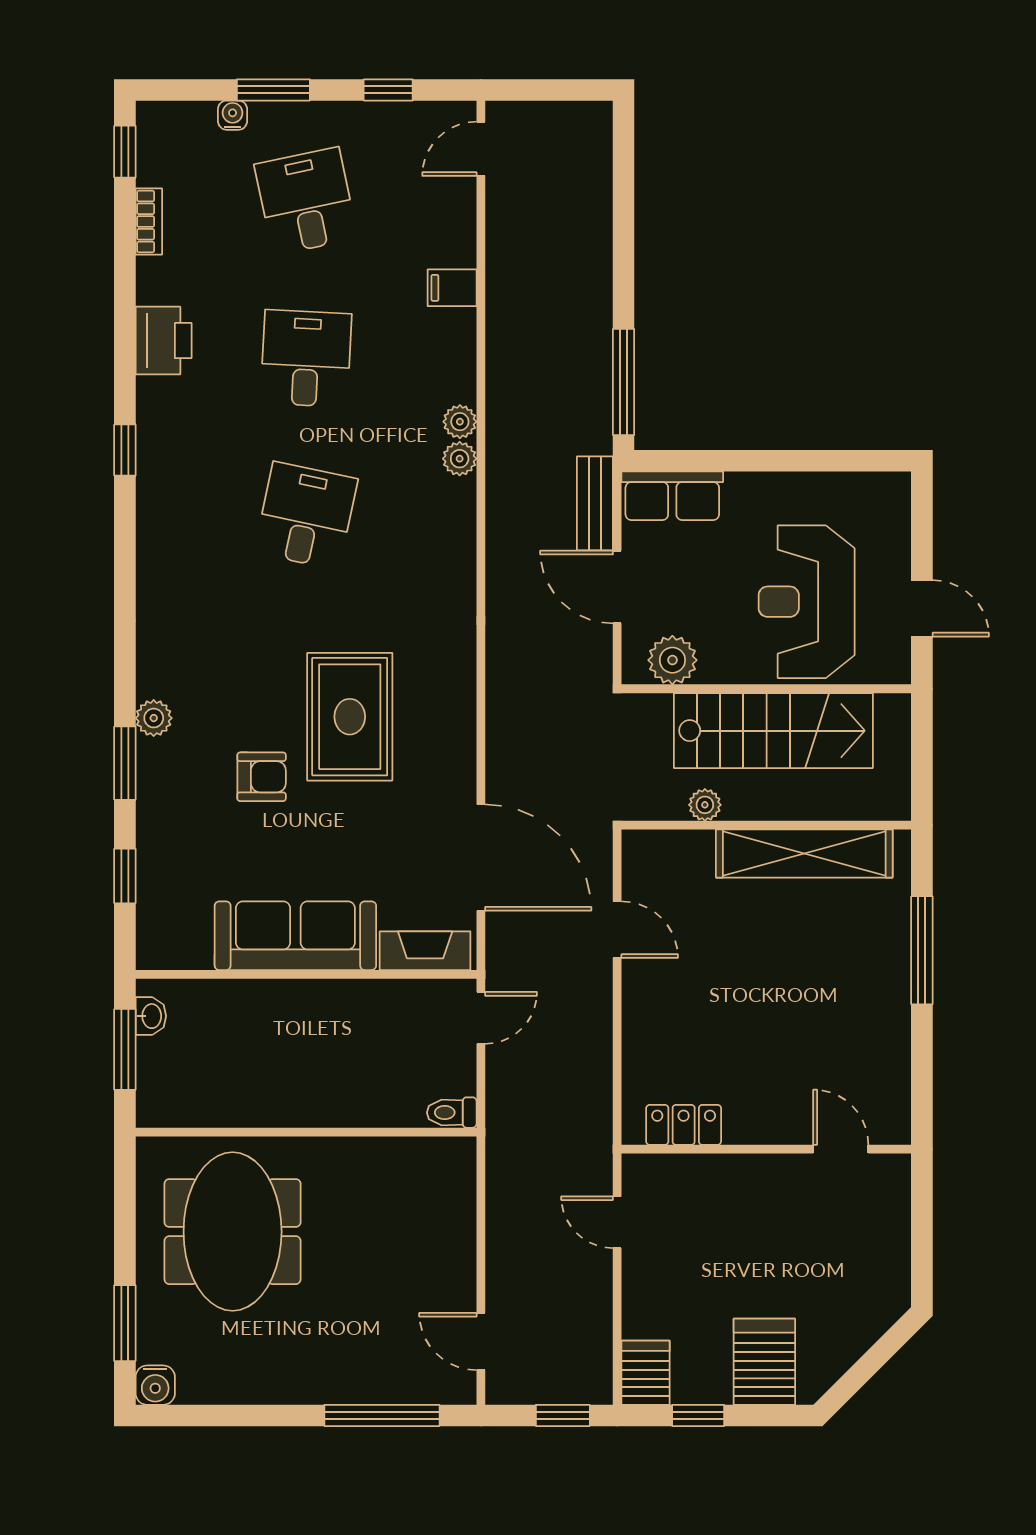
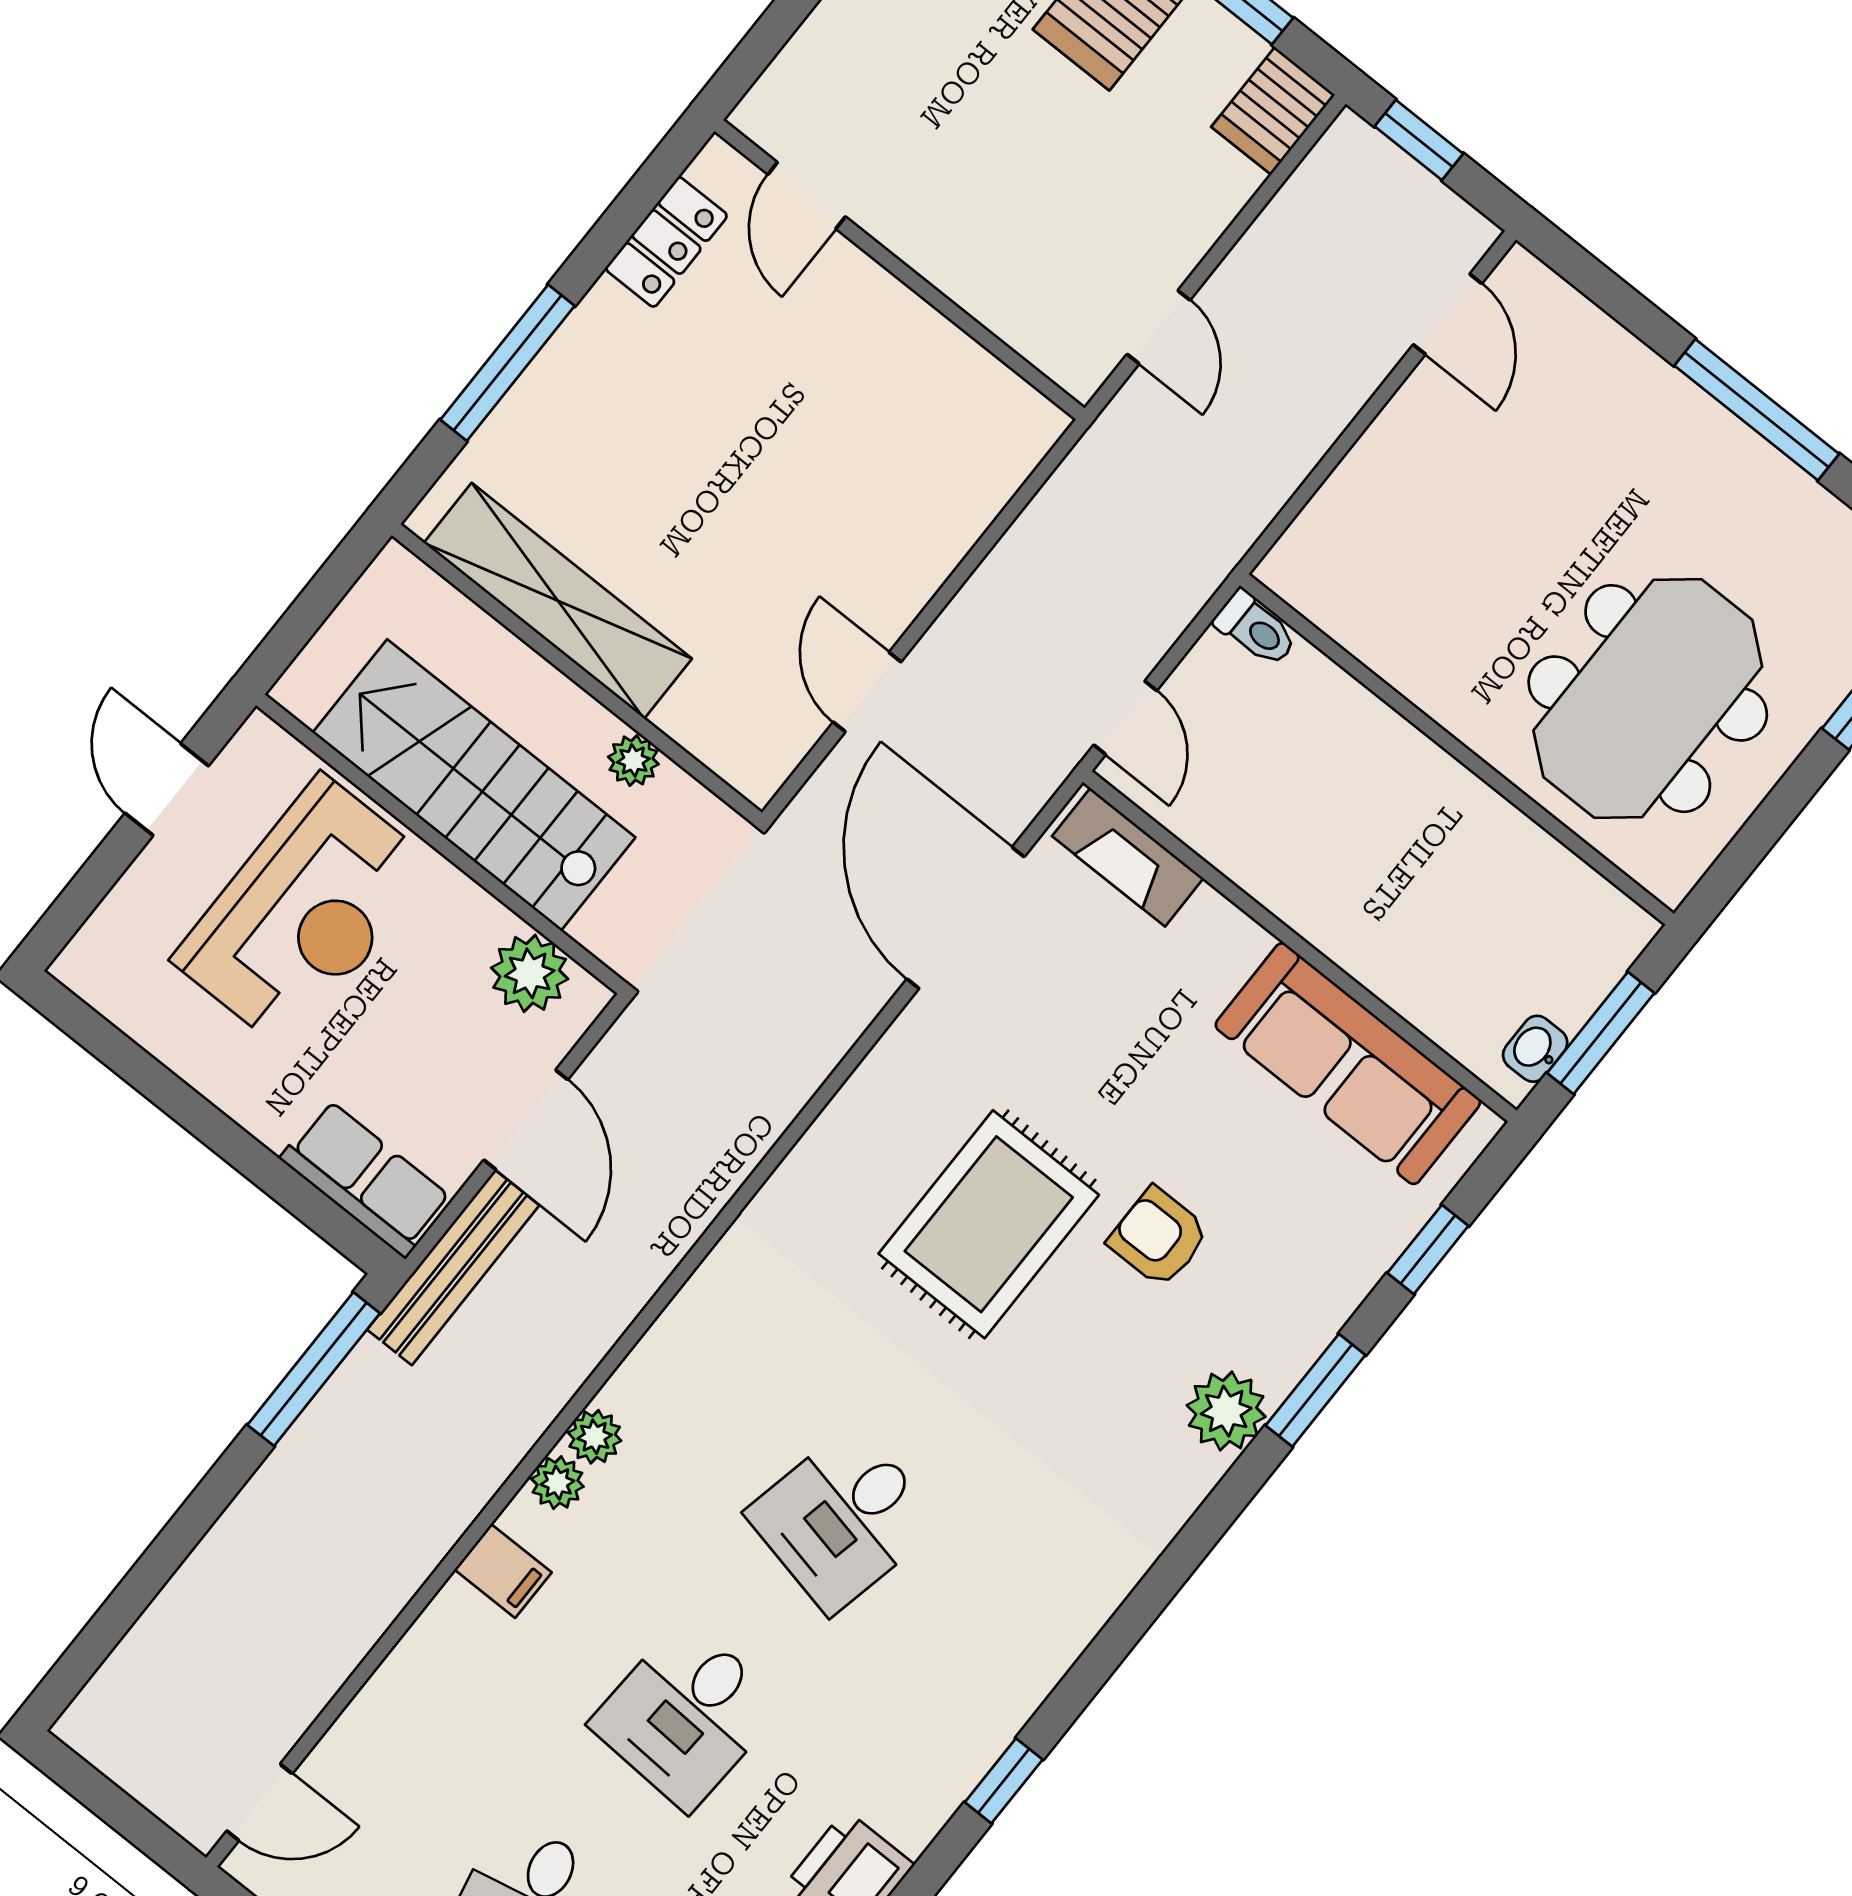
filing cabinet: (452, 288) -> (503, 1571), moved
bench: (595, 503) -> (453, 1267), width x1.36
plant: (154, 718) -> (1226, 1411), width x1.38, depth x1.38
sofa: (295, 936) -> (1348, 1064), moved
door: (481, 1018) -> (1125, 718), swing flipped
locker: (684, 1125) -> (666, 242), moved, turned -90
window: (382, 1415) -> (1757, 410), moved

